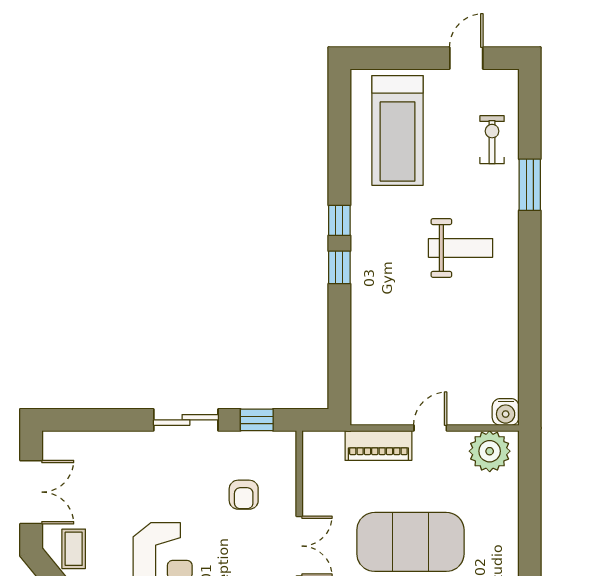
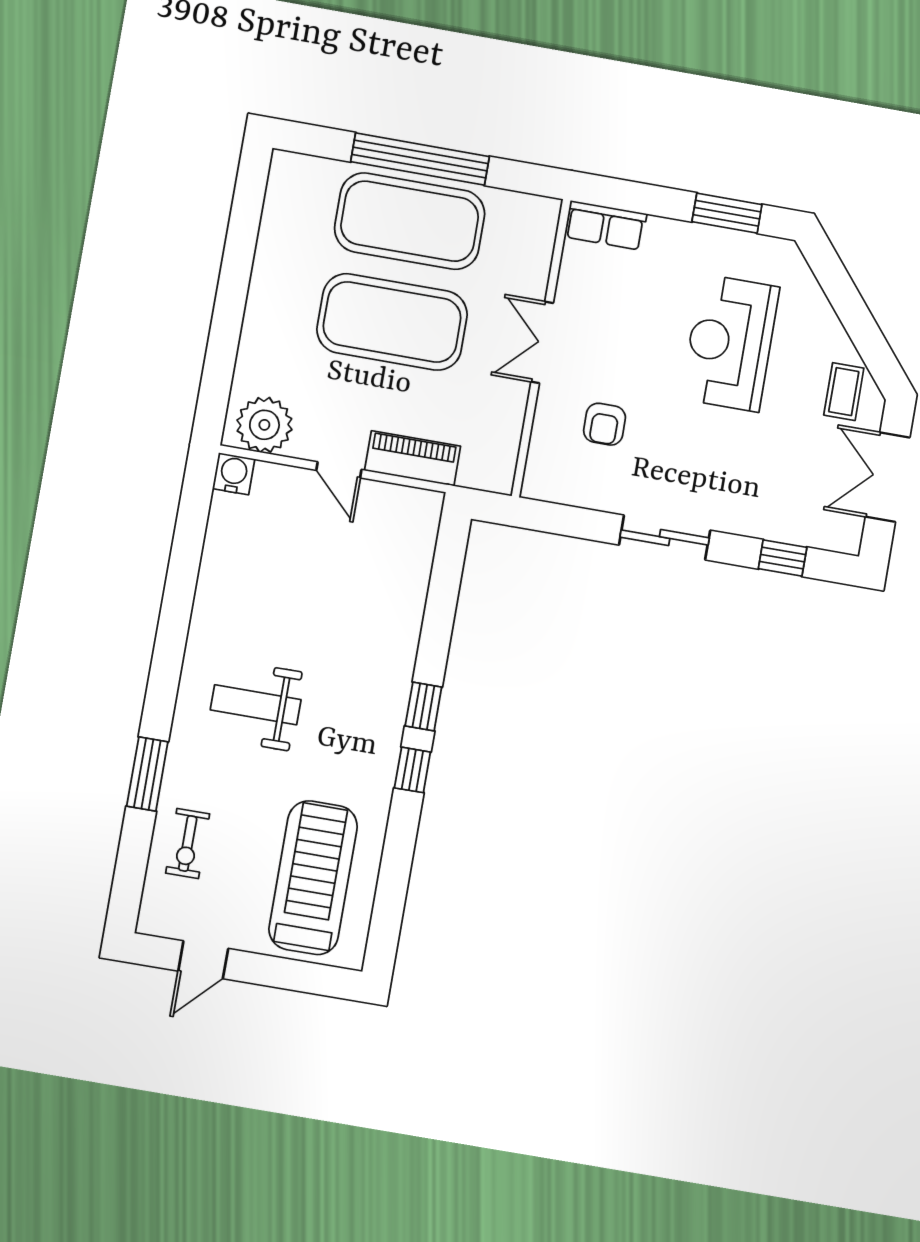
window: (257, 420) -> (783, 558), moved
door: (430, 428) -> (339, 470), hinge flipped
armchair: (244, 495) -> (605, 424), turned 180

